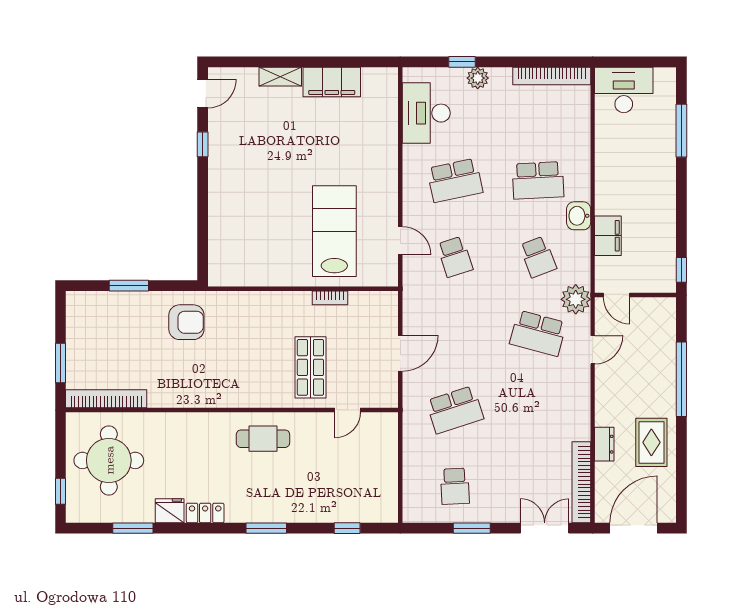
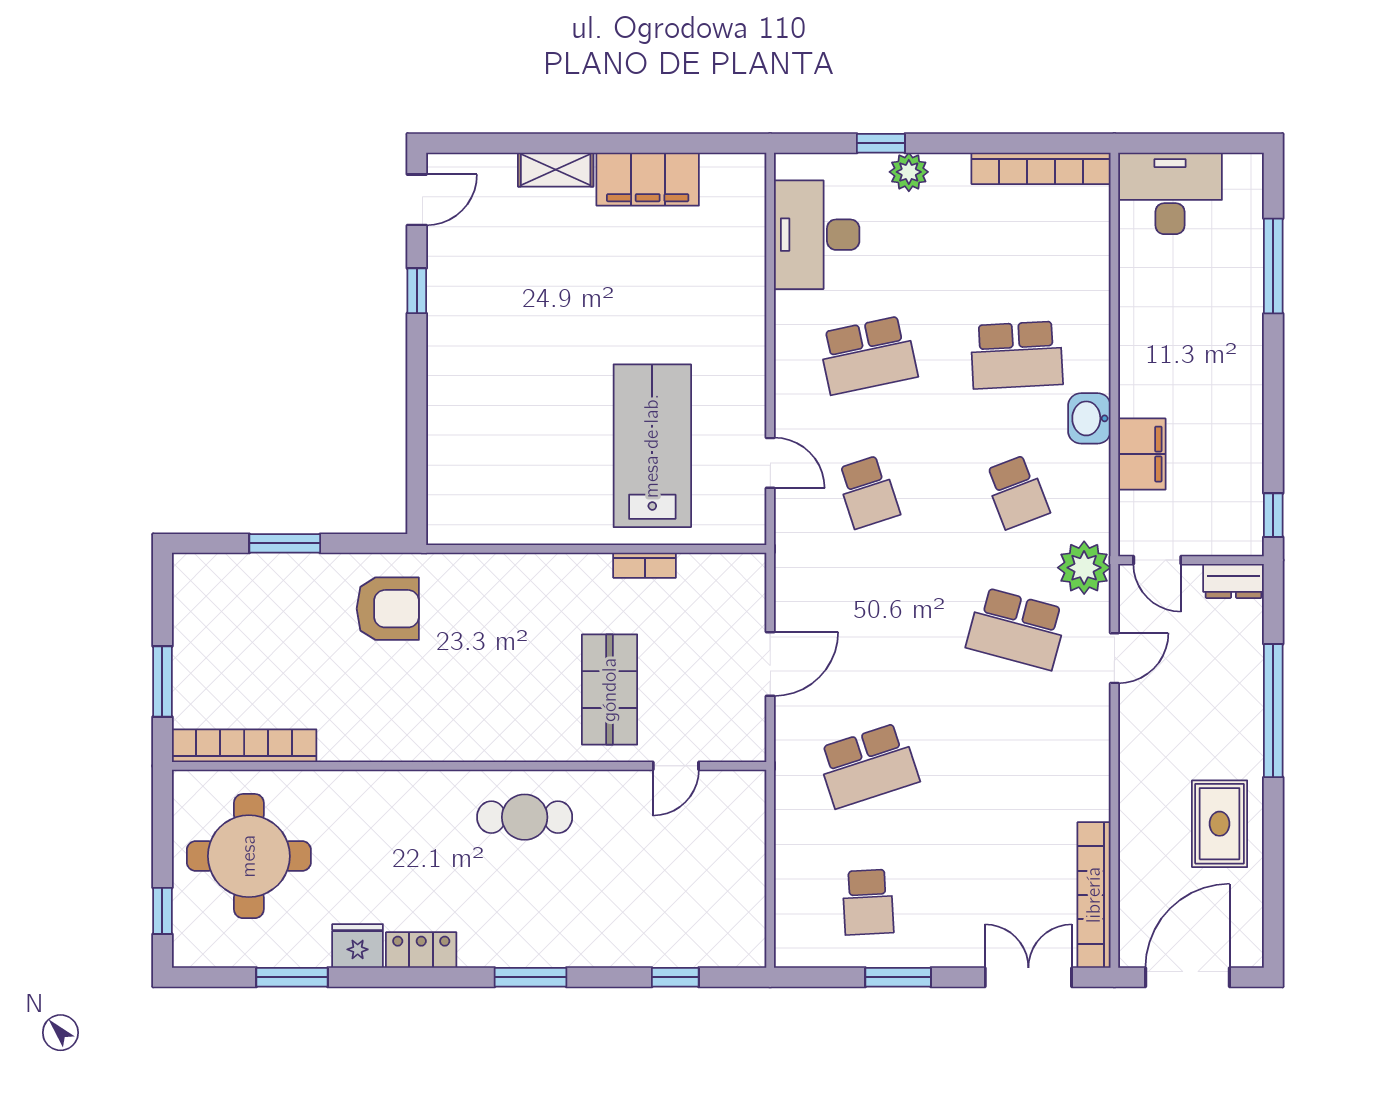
dresser: (604, 444) -> (1234, 581), moved, turned 90

